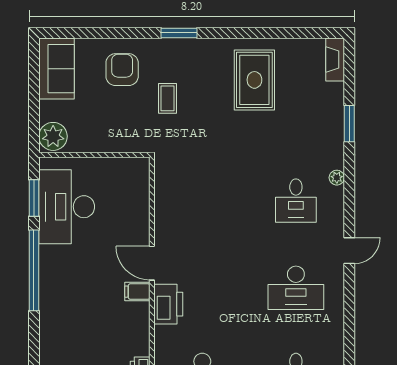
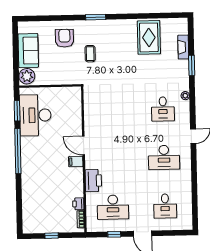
fireplace: (335, 60) -> (183, 47), moved
sofa: (57, 69) -> (28, 51), moved
rug: (254, 80) -> (149, 37), moved
printer: (168, 304) -> (93, 181), moved

